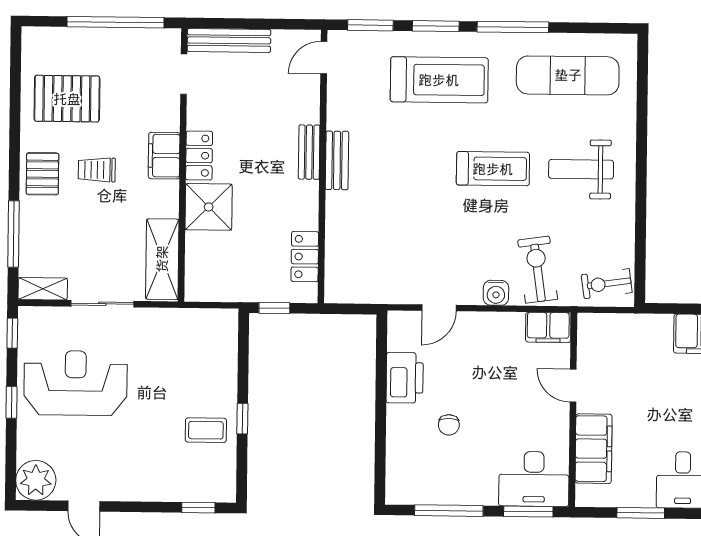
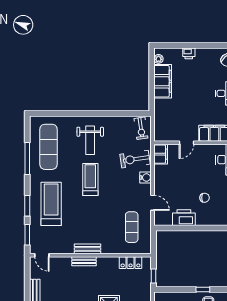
window: (513, 27) -> (27, 159), moved
exercise mat: (385, 260) -> (132, 227), added

